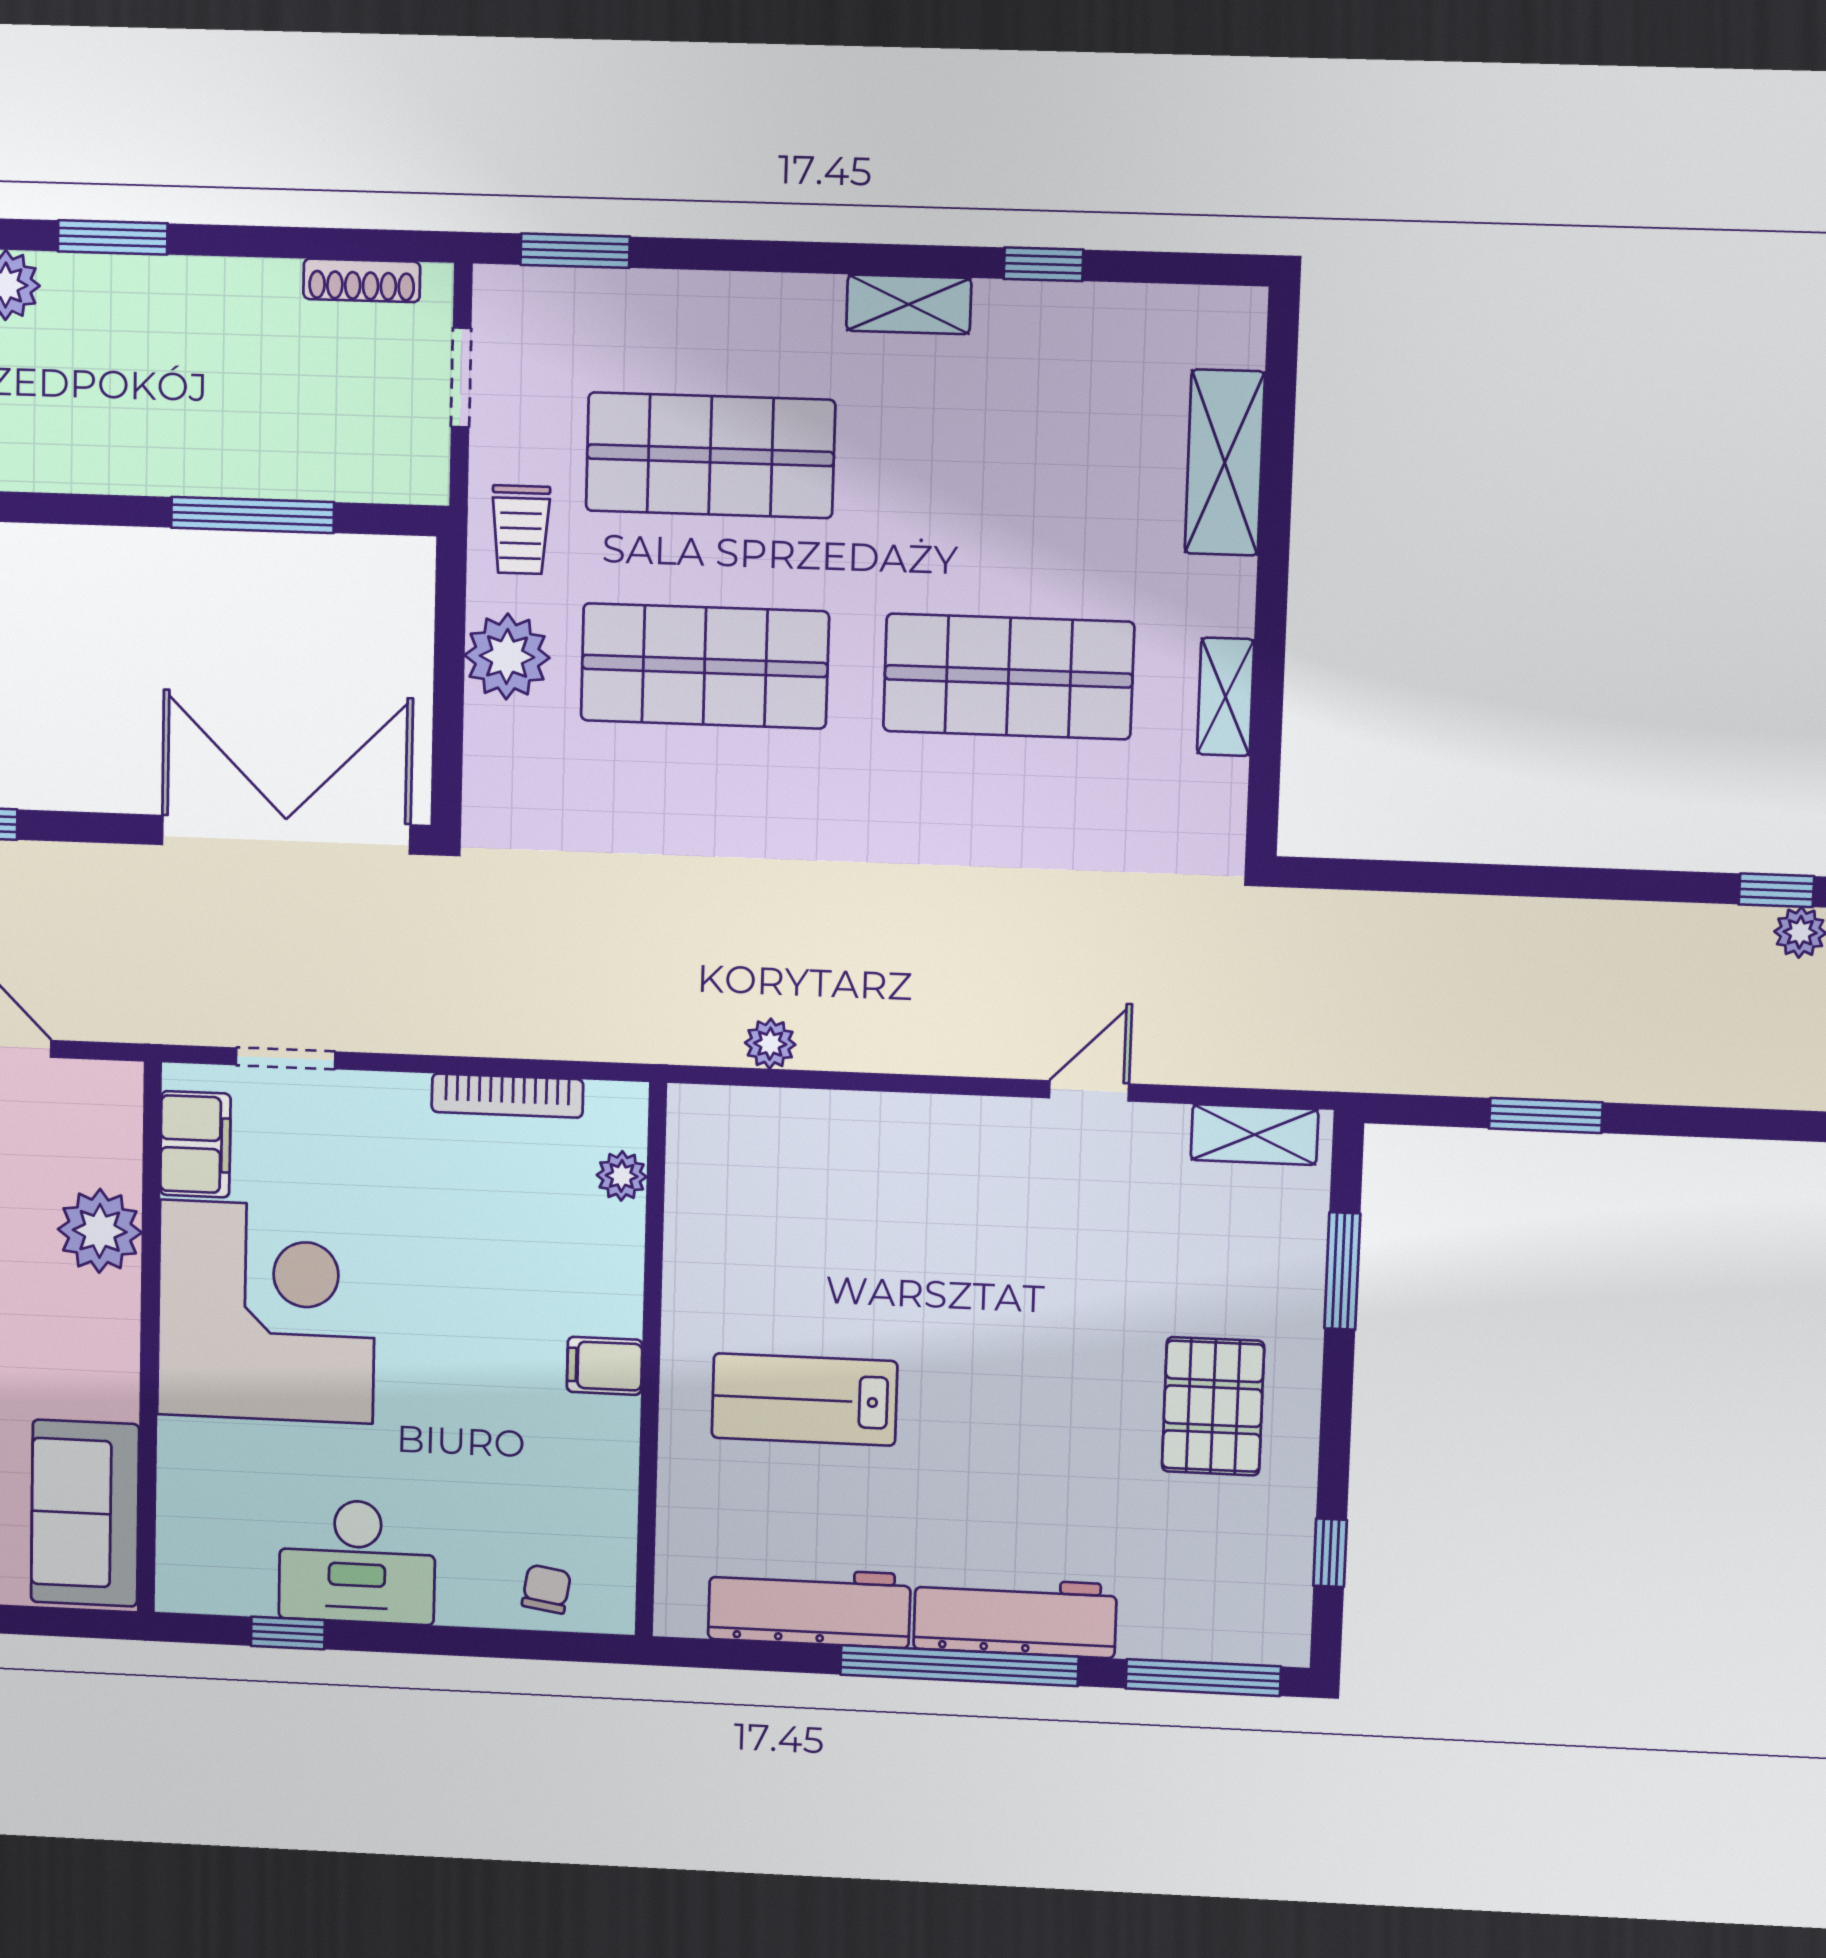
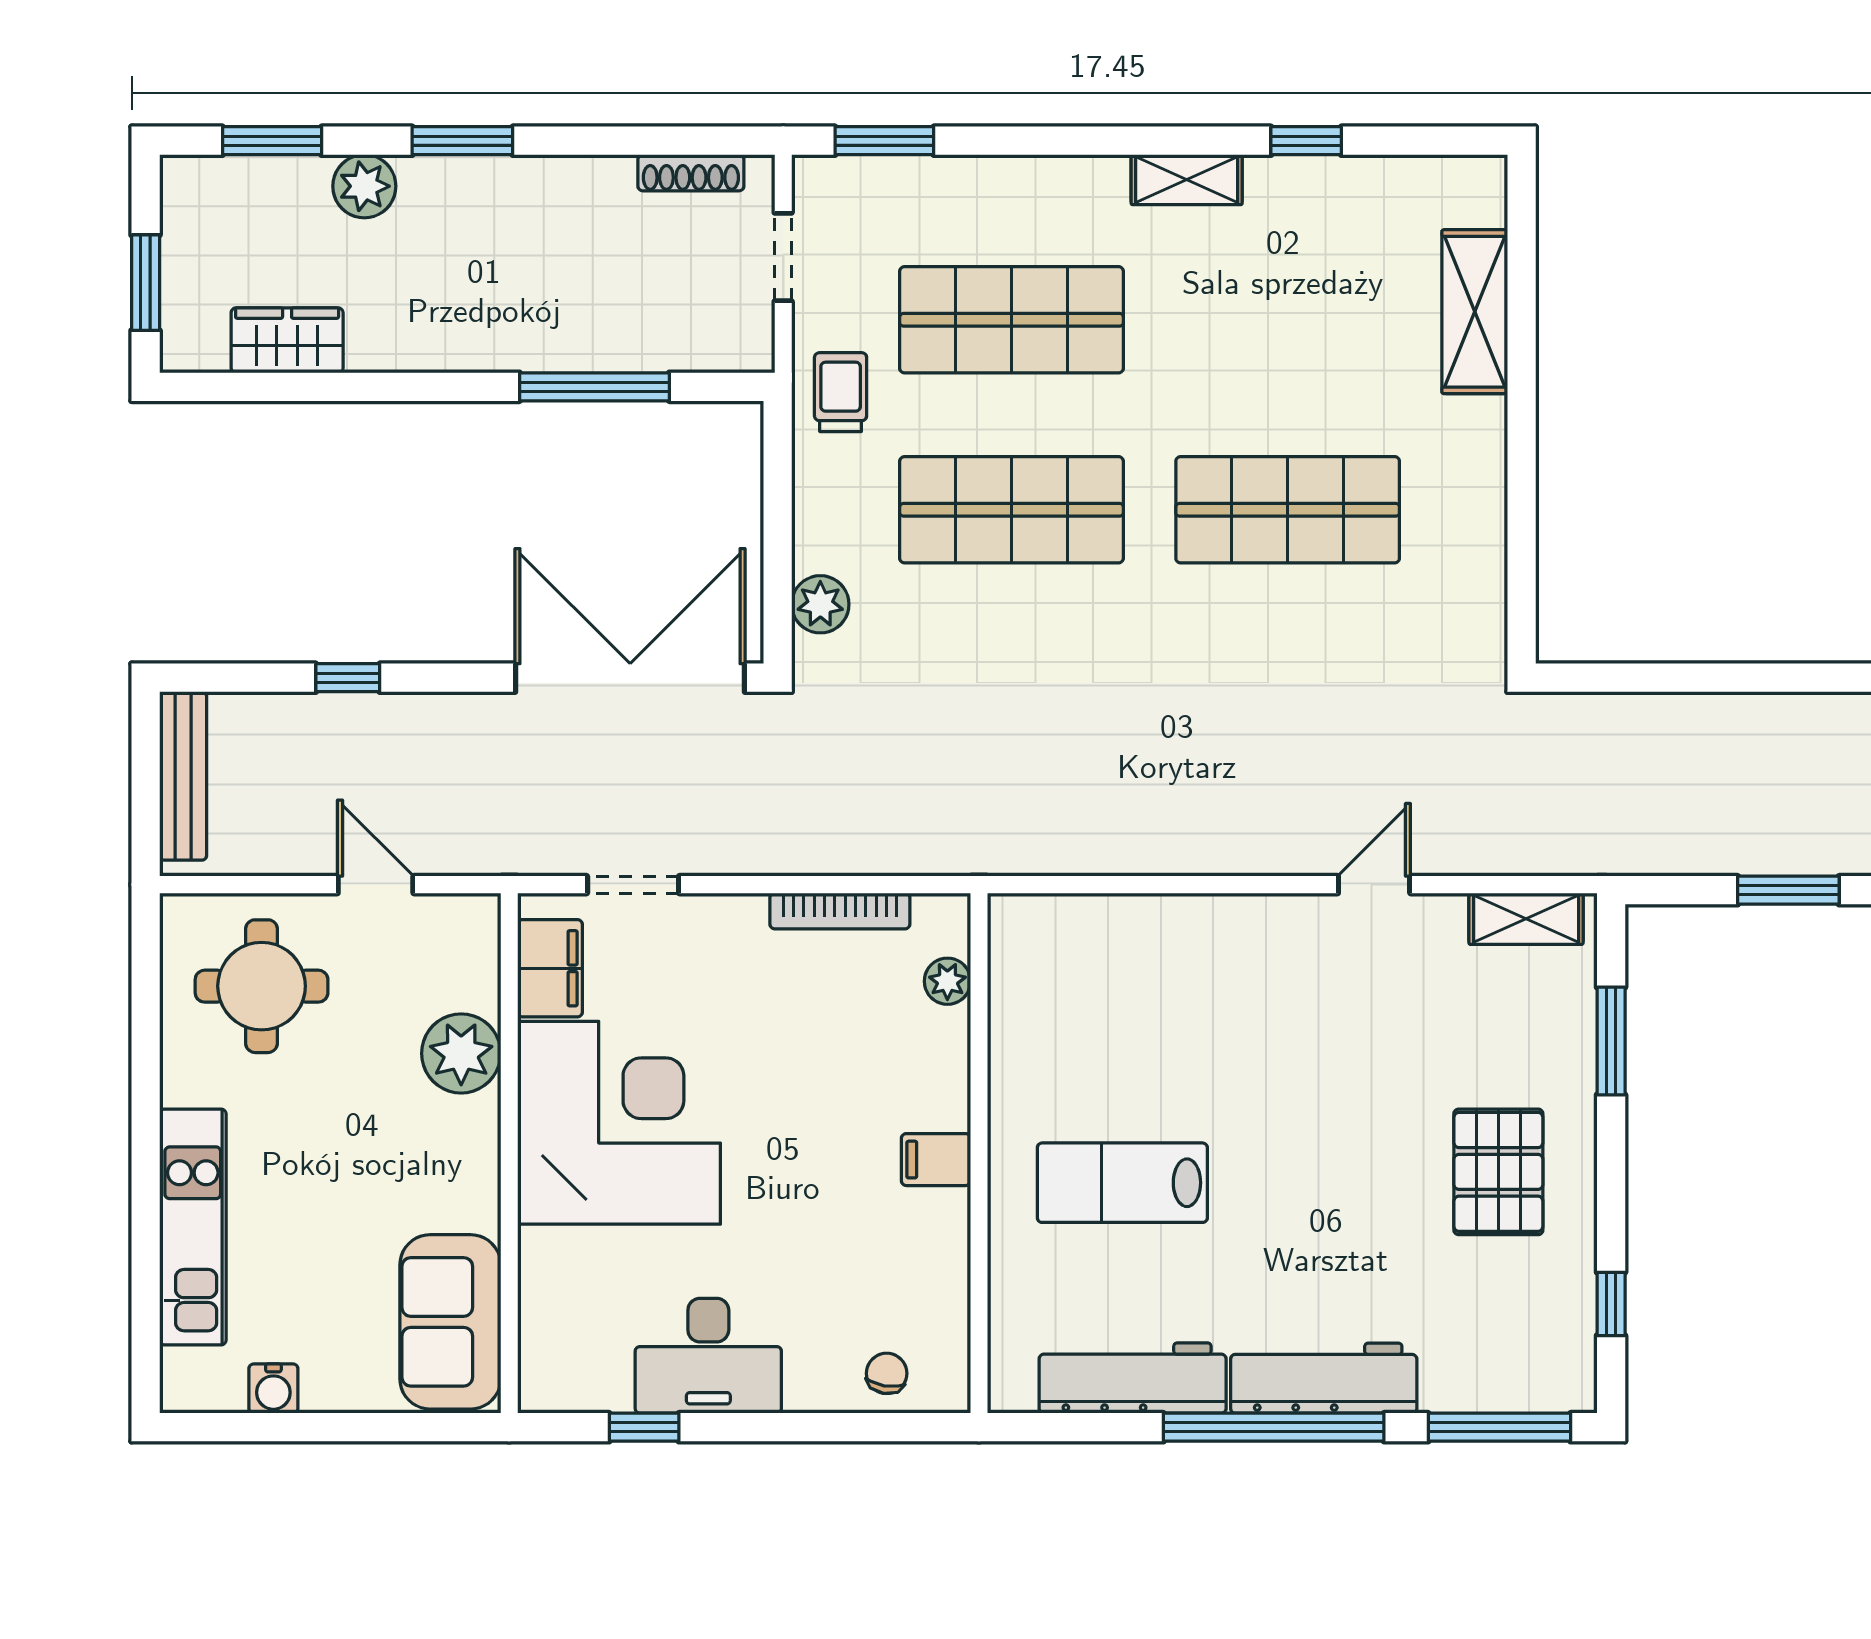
trolley: (521, 530) -> (841, 392), turned 180
plant: (507, 657) -> (820, 604), moved, width x0.73, depth x0.73
shelving: (1226, 697) -> (1484, 521), removed
plant: (770, 1044) -> (1081, 853), removed

